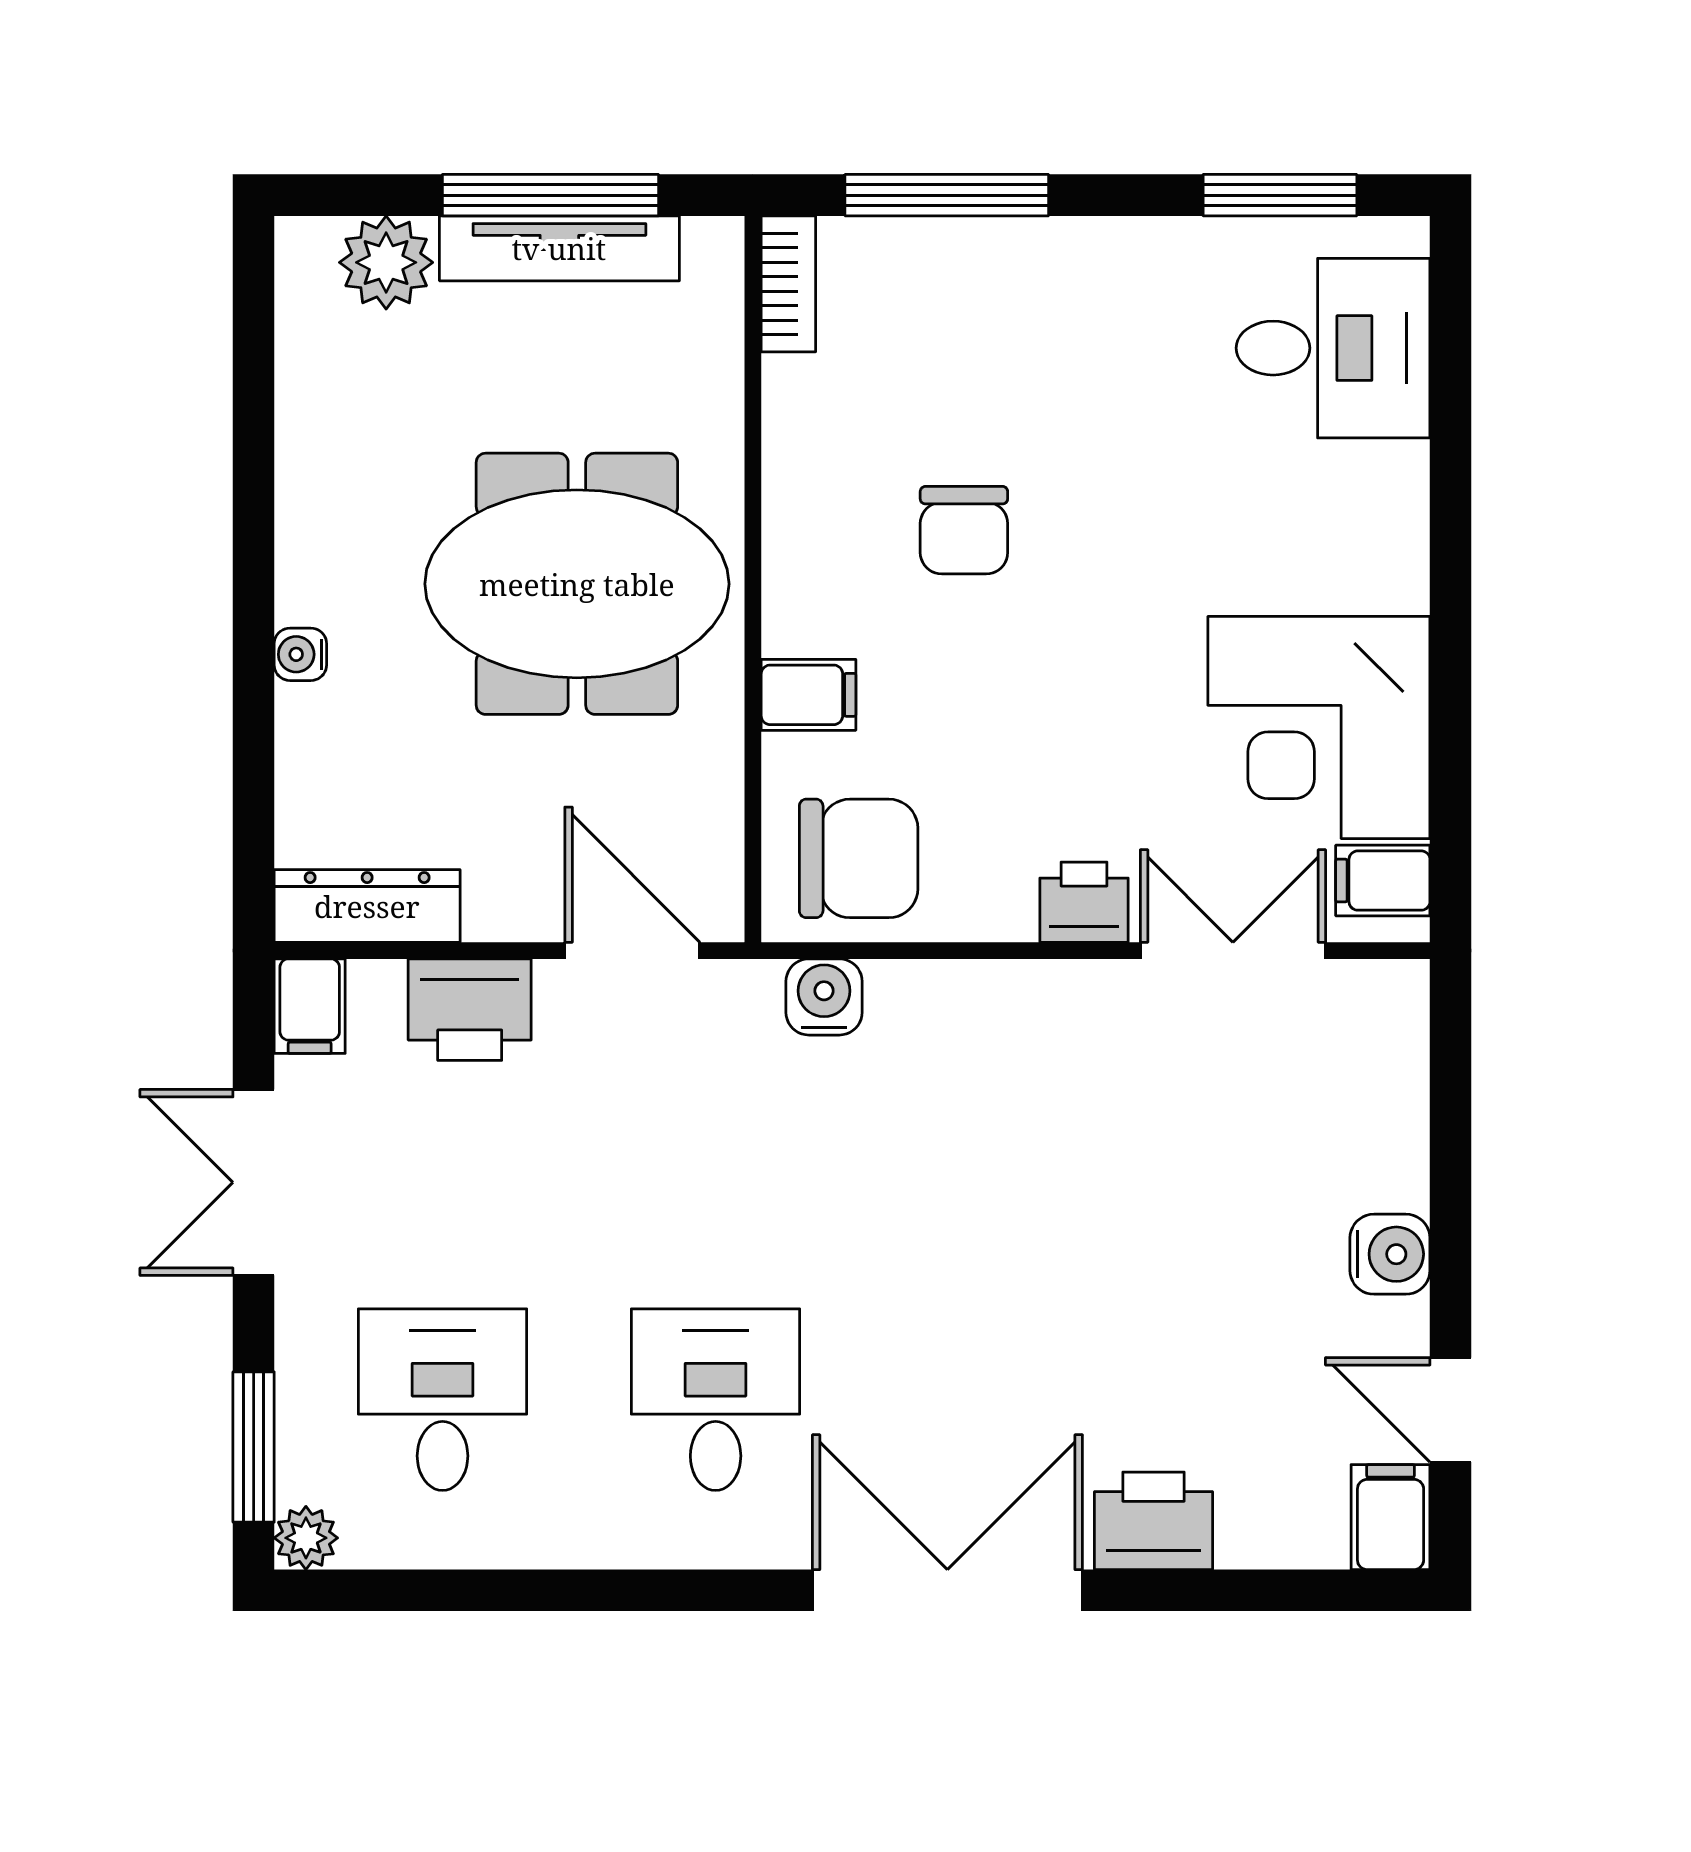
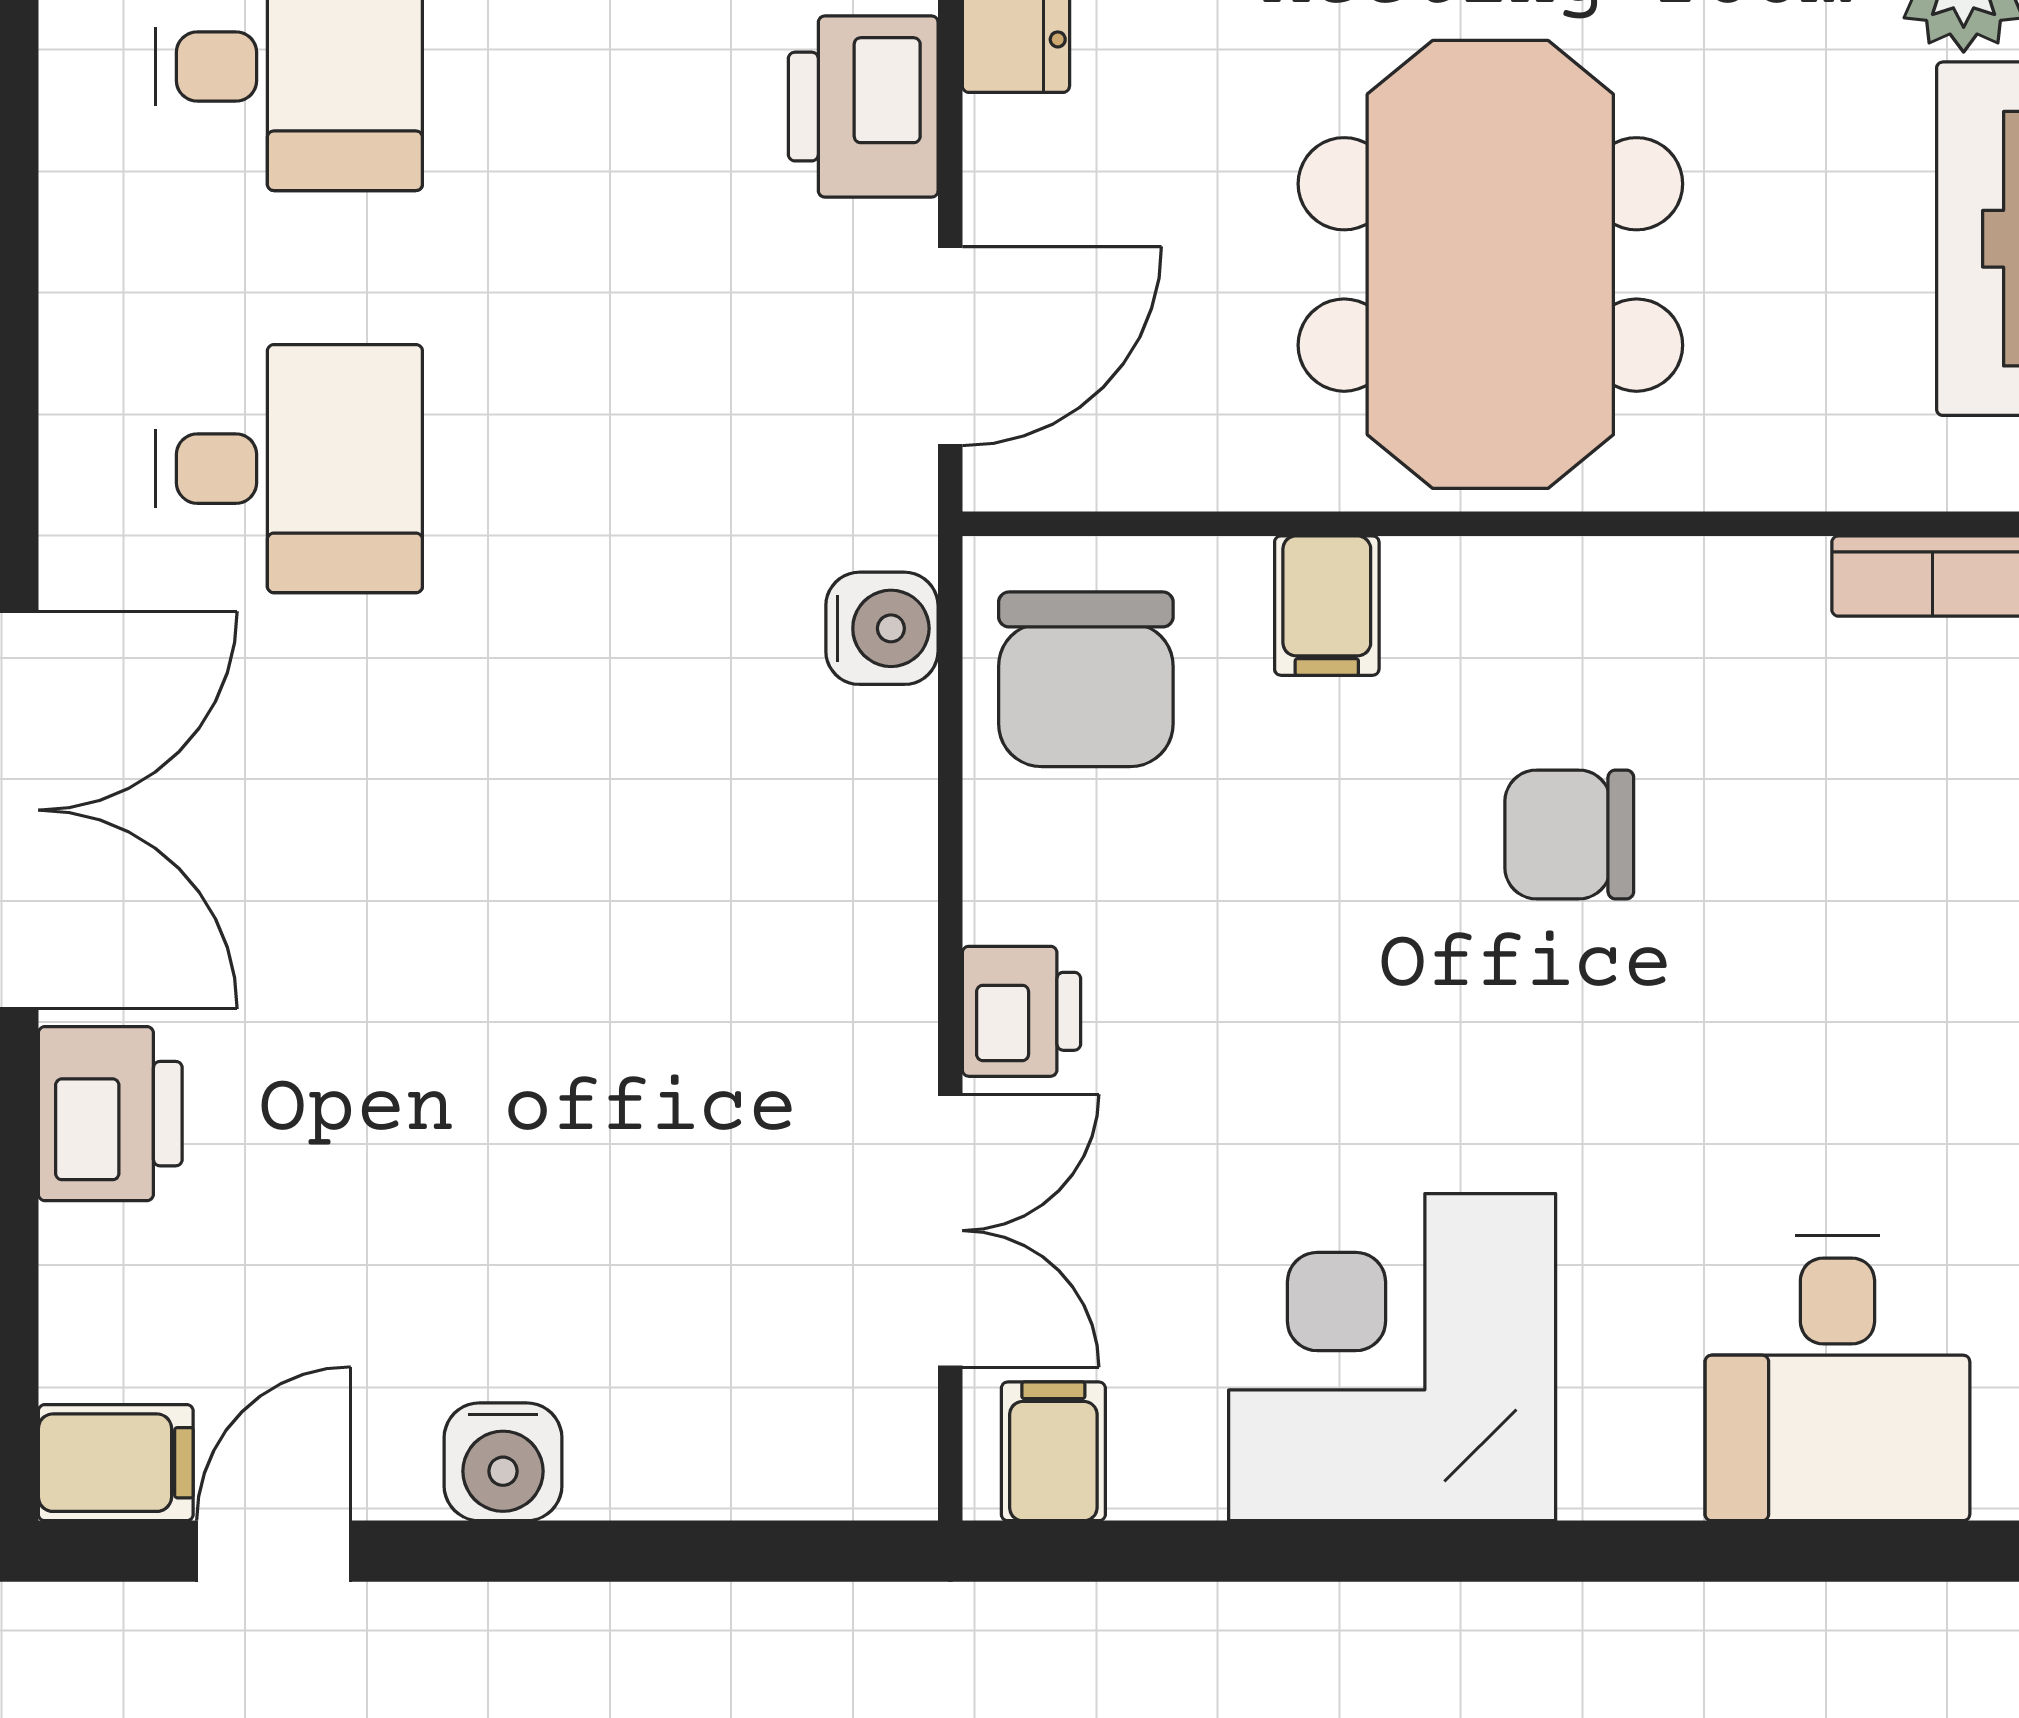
corner desk: (1319, 728) -> (1392, 1357), moved

